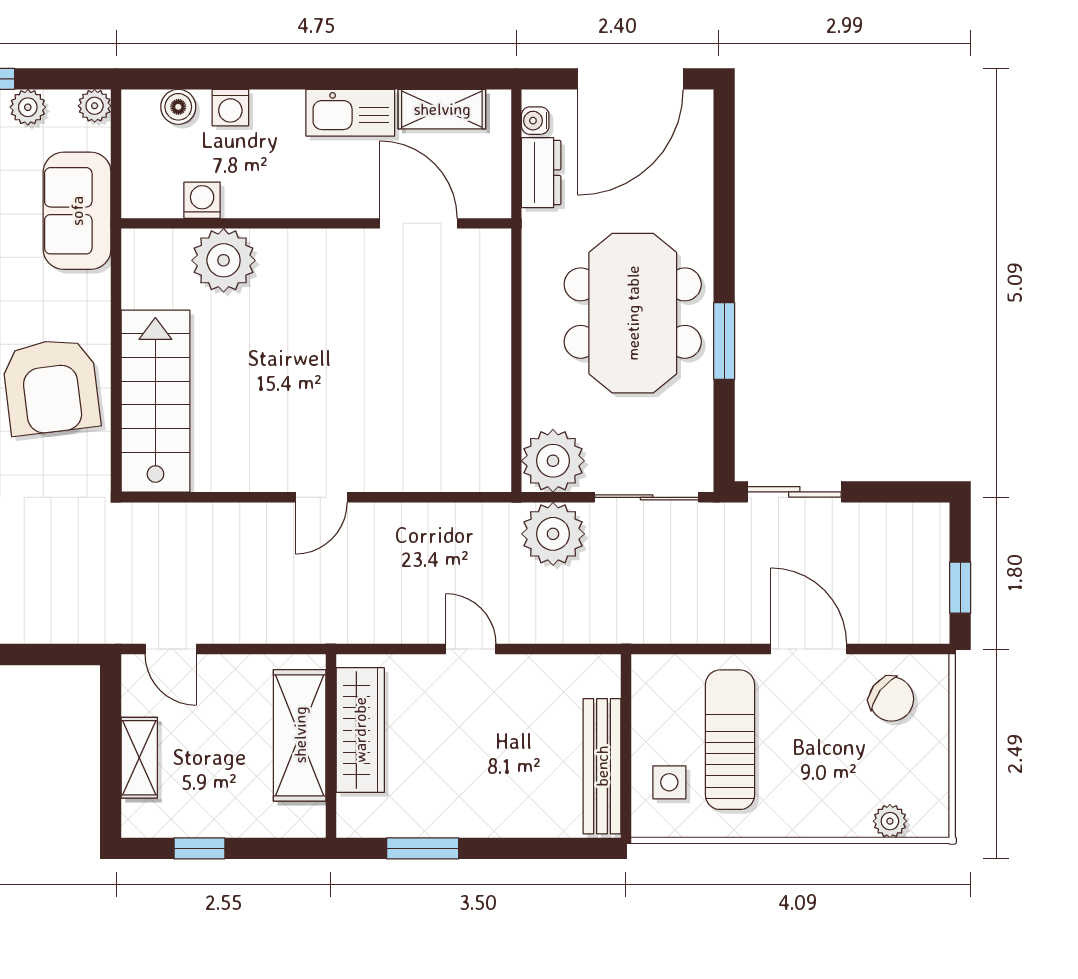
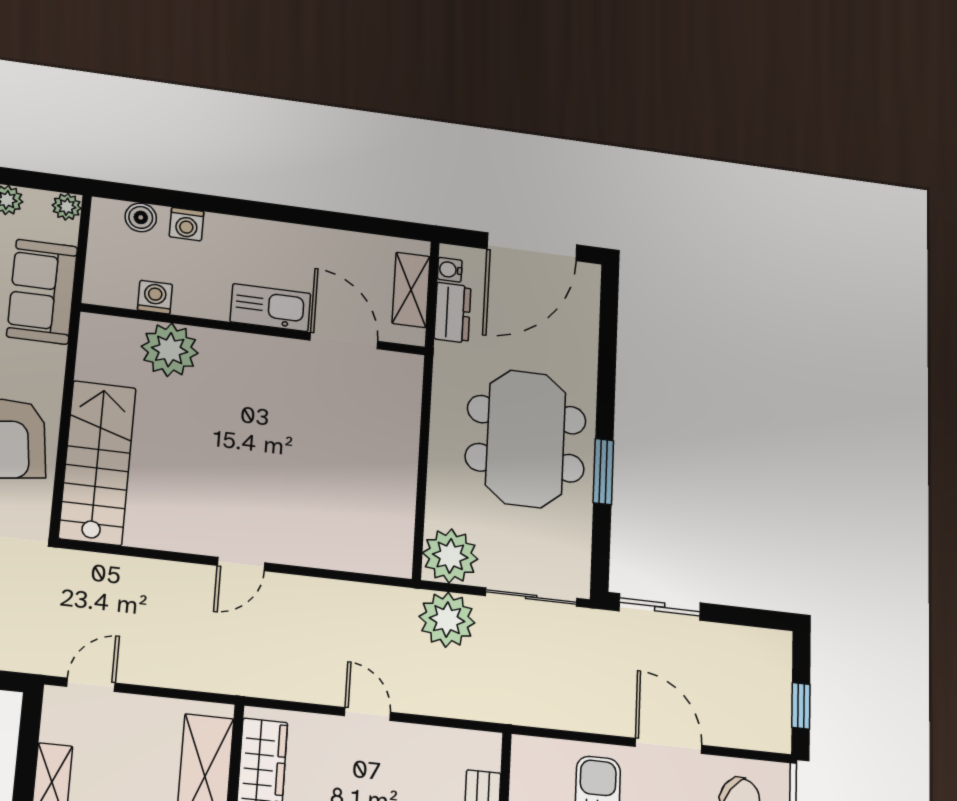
shelving: (442, 109) -> (411, 290), moved, turned 90
kitchen sink: (350, 113) -> (270, 308), moved, turned 180
door: (171, 649) -> (91, 685), swing flipped

